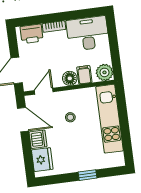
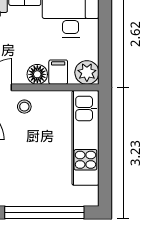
stool: (70, 117) -> (24, 107), moved
window: (88, 175) -> (44, 213), width x3.17

